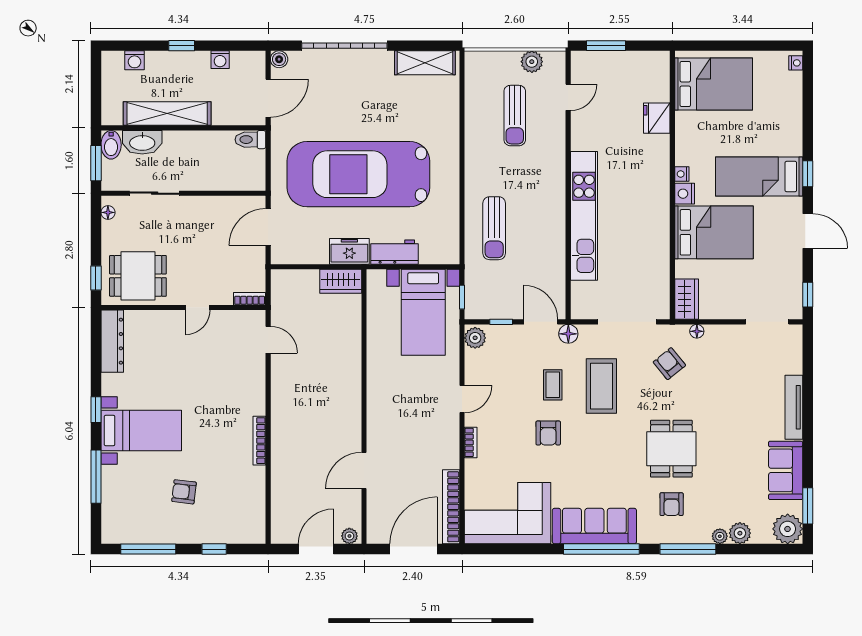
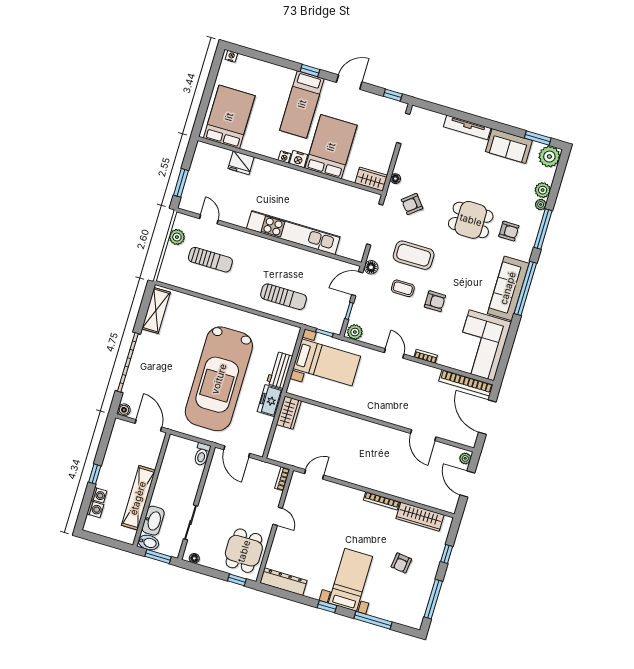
washing machine: (220, 60) -> (99, 495), moved
toilet: (250, 140) -> (202, 454), moved
wardrobe: (253, 498) -> (420, 517), added

